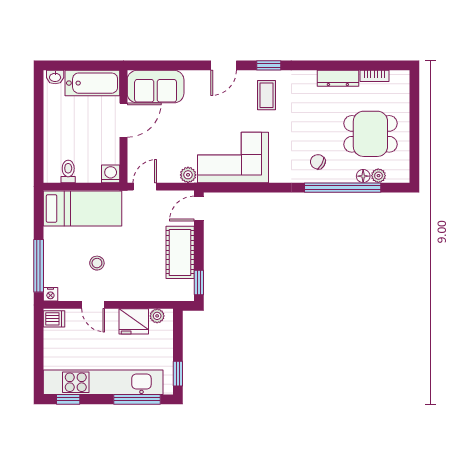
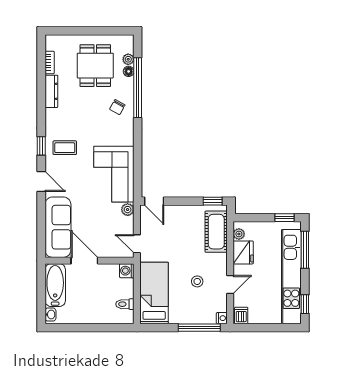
sofa: (156, 87) -> (58, 227), width x1.36
cot: (180, 252) -> (216, 232), moved, turned 90

